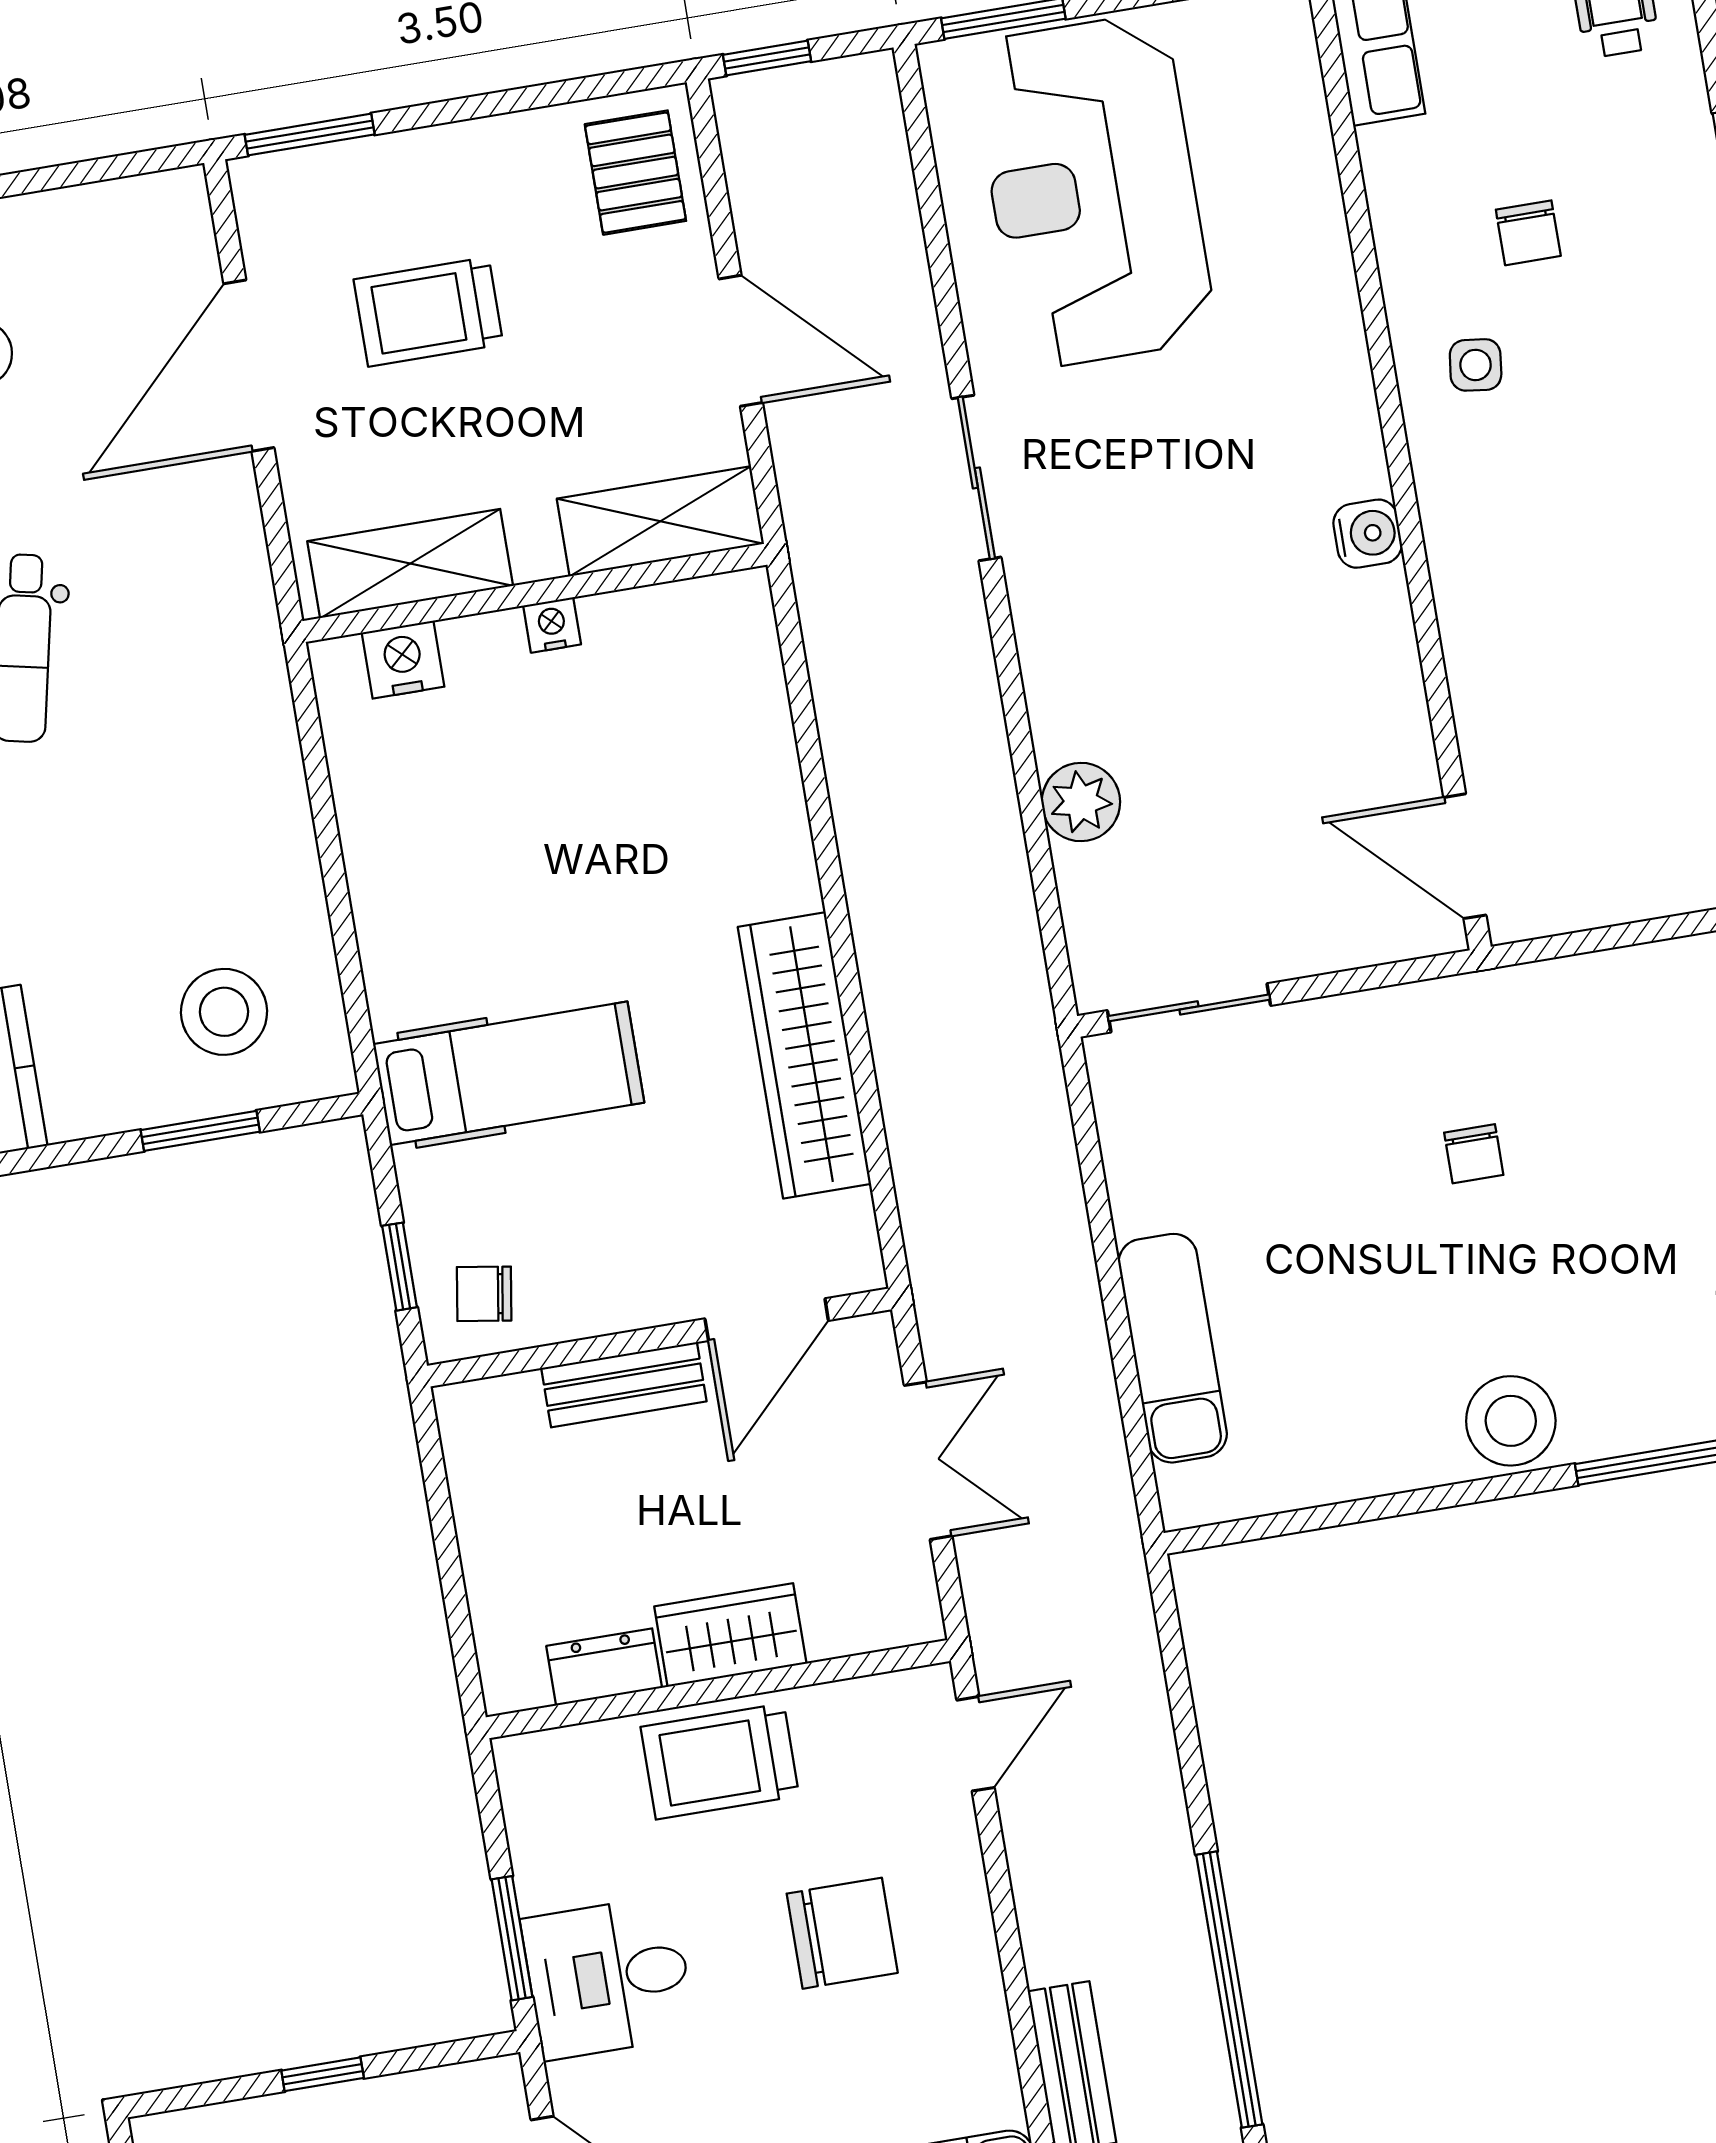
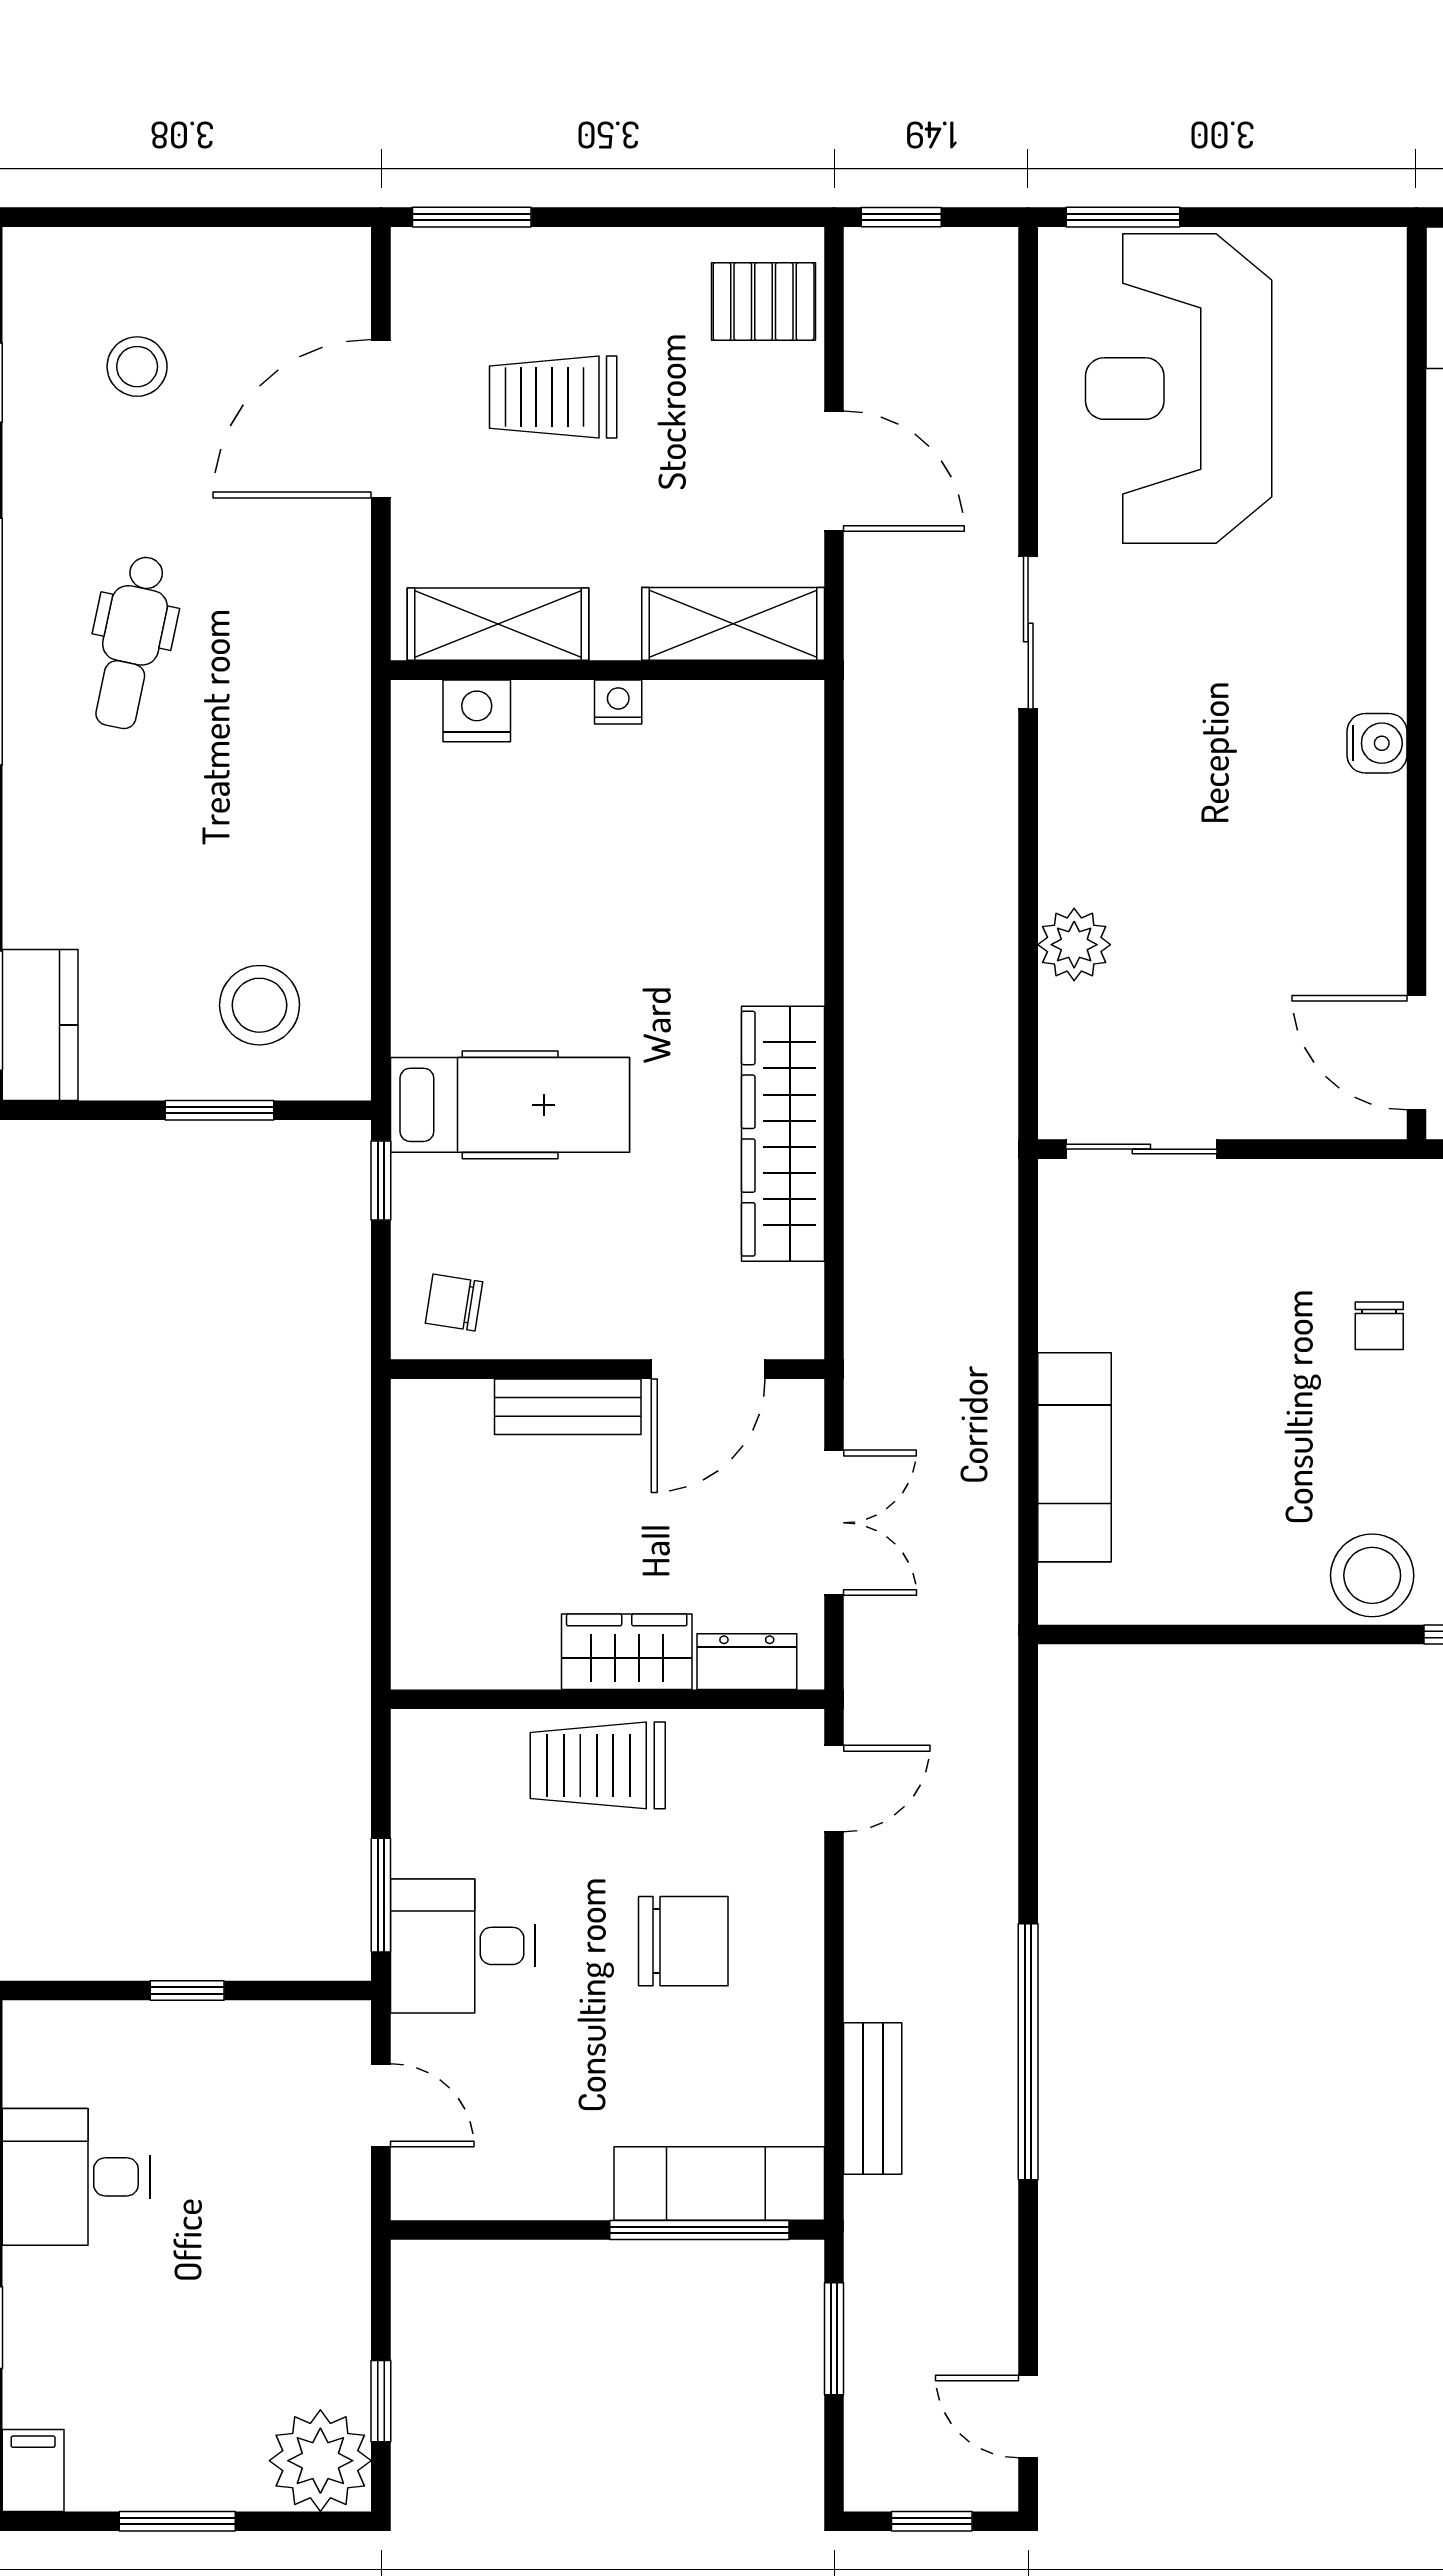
pallet: (635, 173) -> (764, 302), turned 90
window: (400, 1267) -> (381, 1181), moved
dresser: (604, 1667) -> (747, 1662), moved

